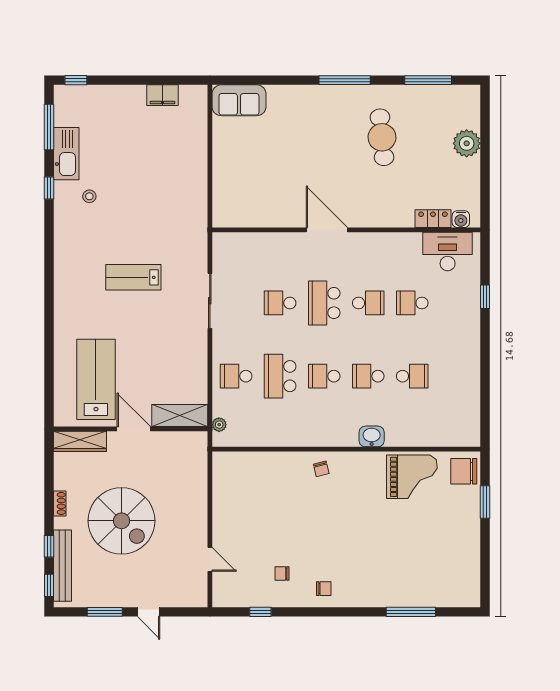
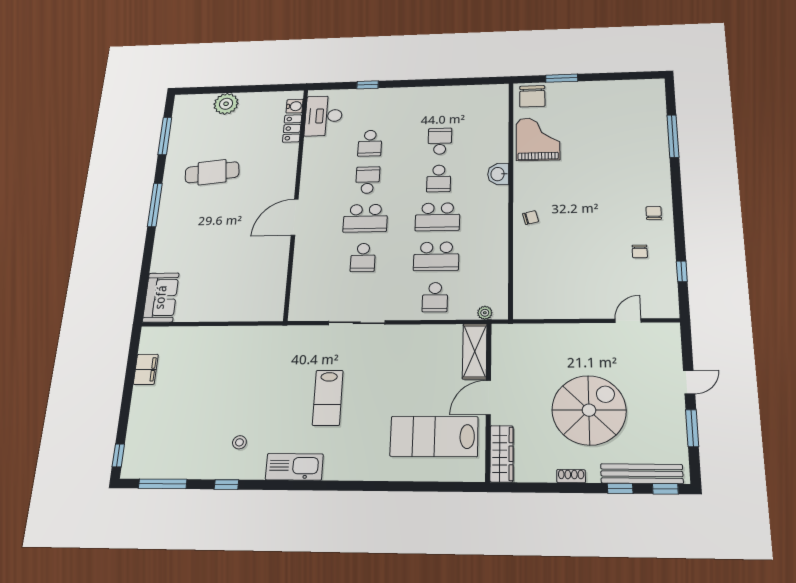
kitchen sink: (66, 154) -> (294, 467), moved
school desk: (324, 376) -> (437, 217), width x1.85

